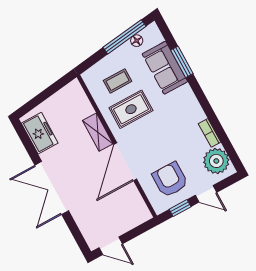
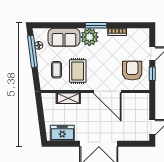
window: (182, 62) -> (96, 25), moved
shelving: (98, 132) -> (68, 98), moved
plant: (216, 161) -> (89, 37), moved
armchair: (170, 180) -> (132, 71), turned 90

